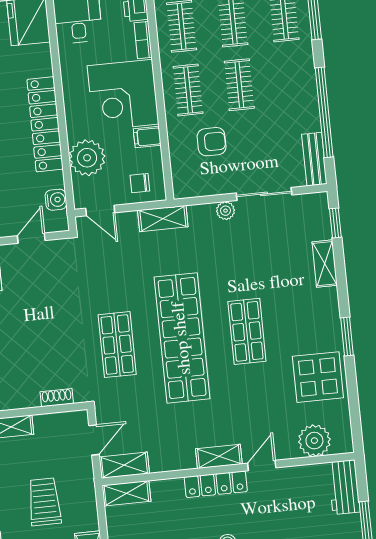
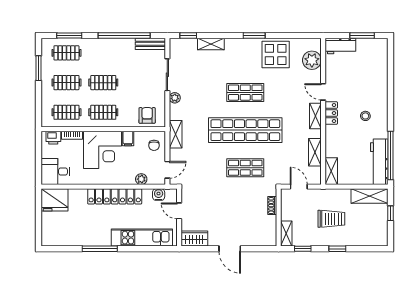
armchair: (212, 142) -> (147, 115), moved
plant: (87, 158) -> (141, 179), width x0.53, depth x0.53
shelving: (124, 465) -> (315, 152), moved
locker: (216, 484) -> (331, 113), width x0.66
trolley: (44, 502) -> (331, 219), turned 180

